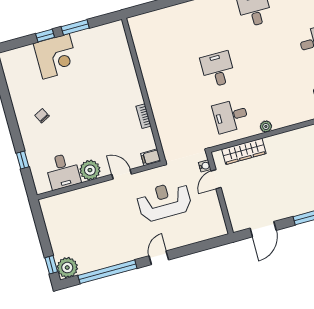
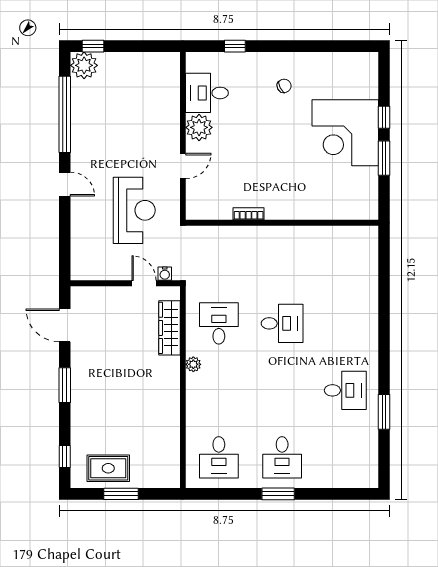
corner desk: (56, 56) -> (345, 133), width x1.36, depth x1.36
filing cabinet: (151, 157) -> (194, 209), removed

